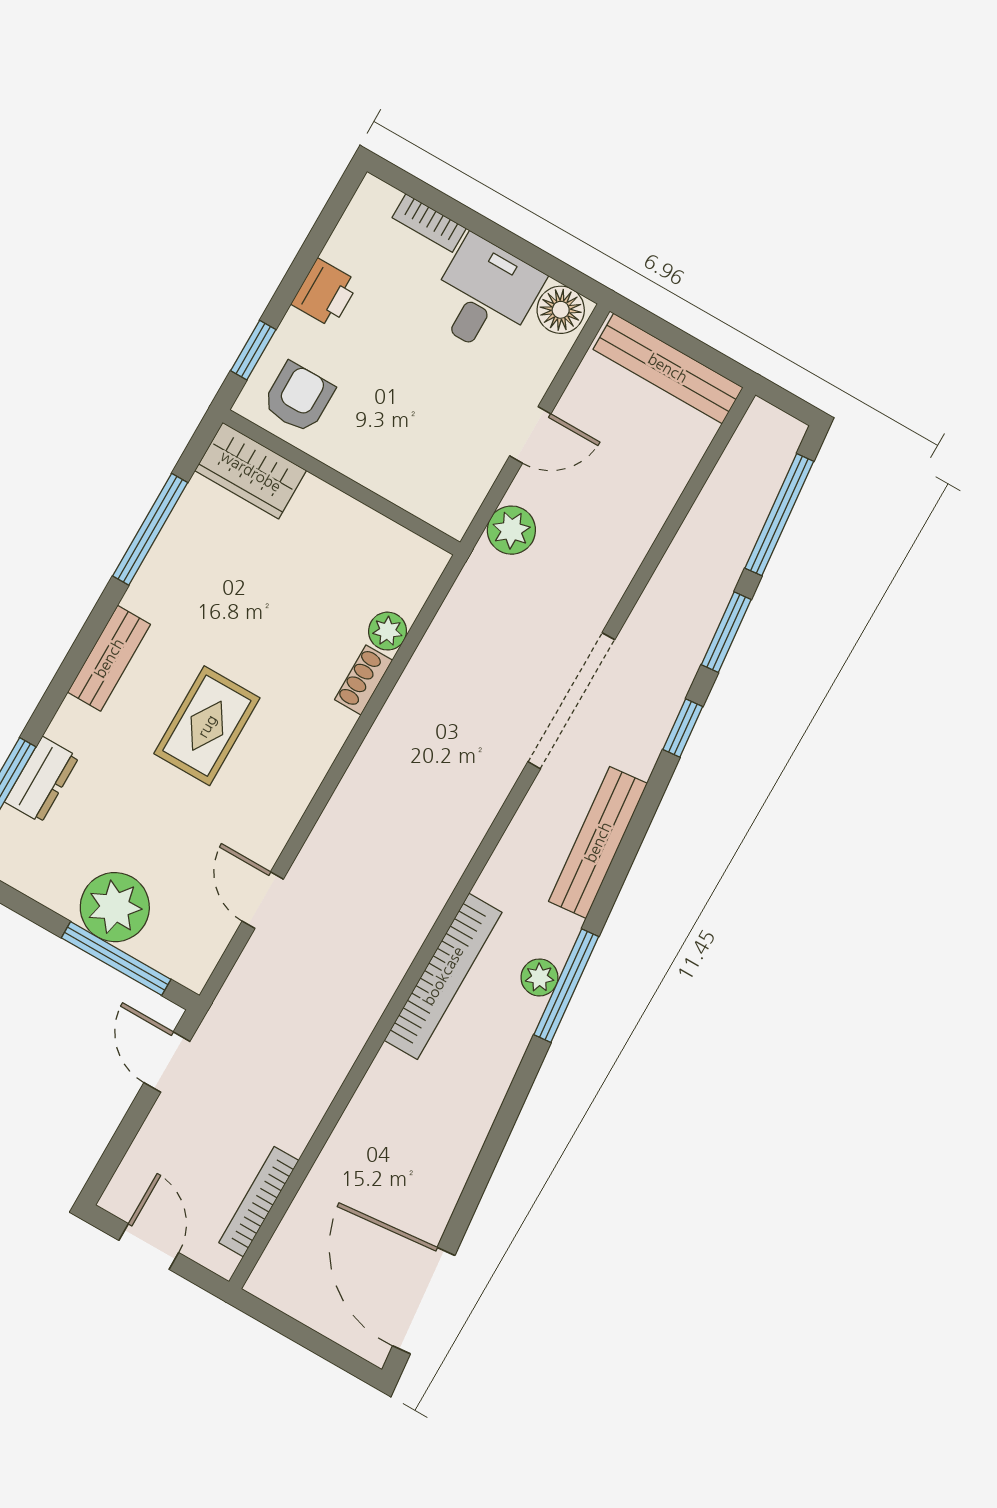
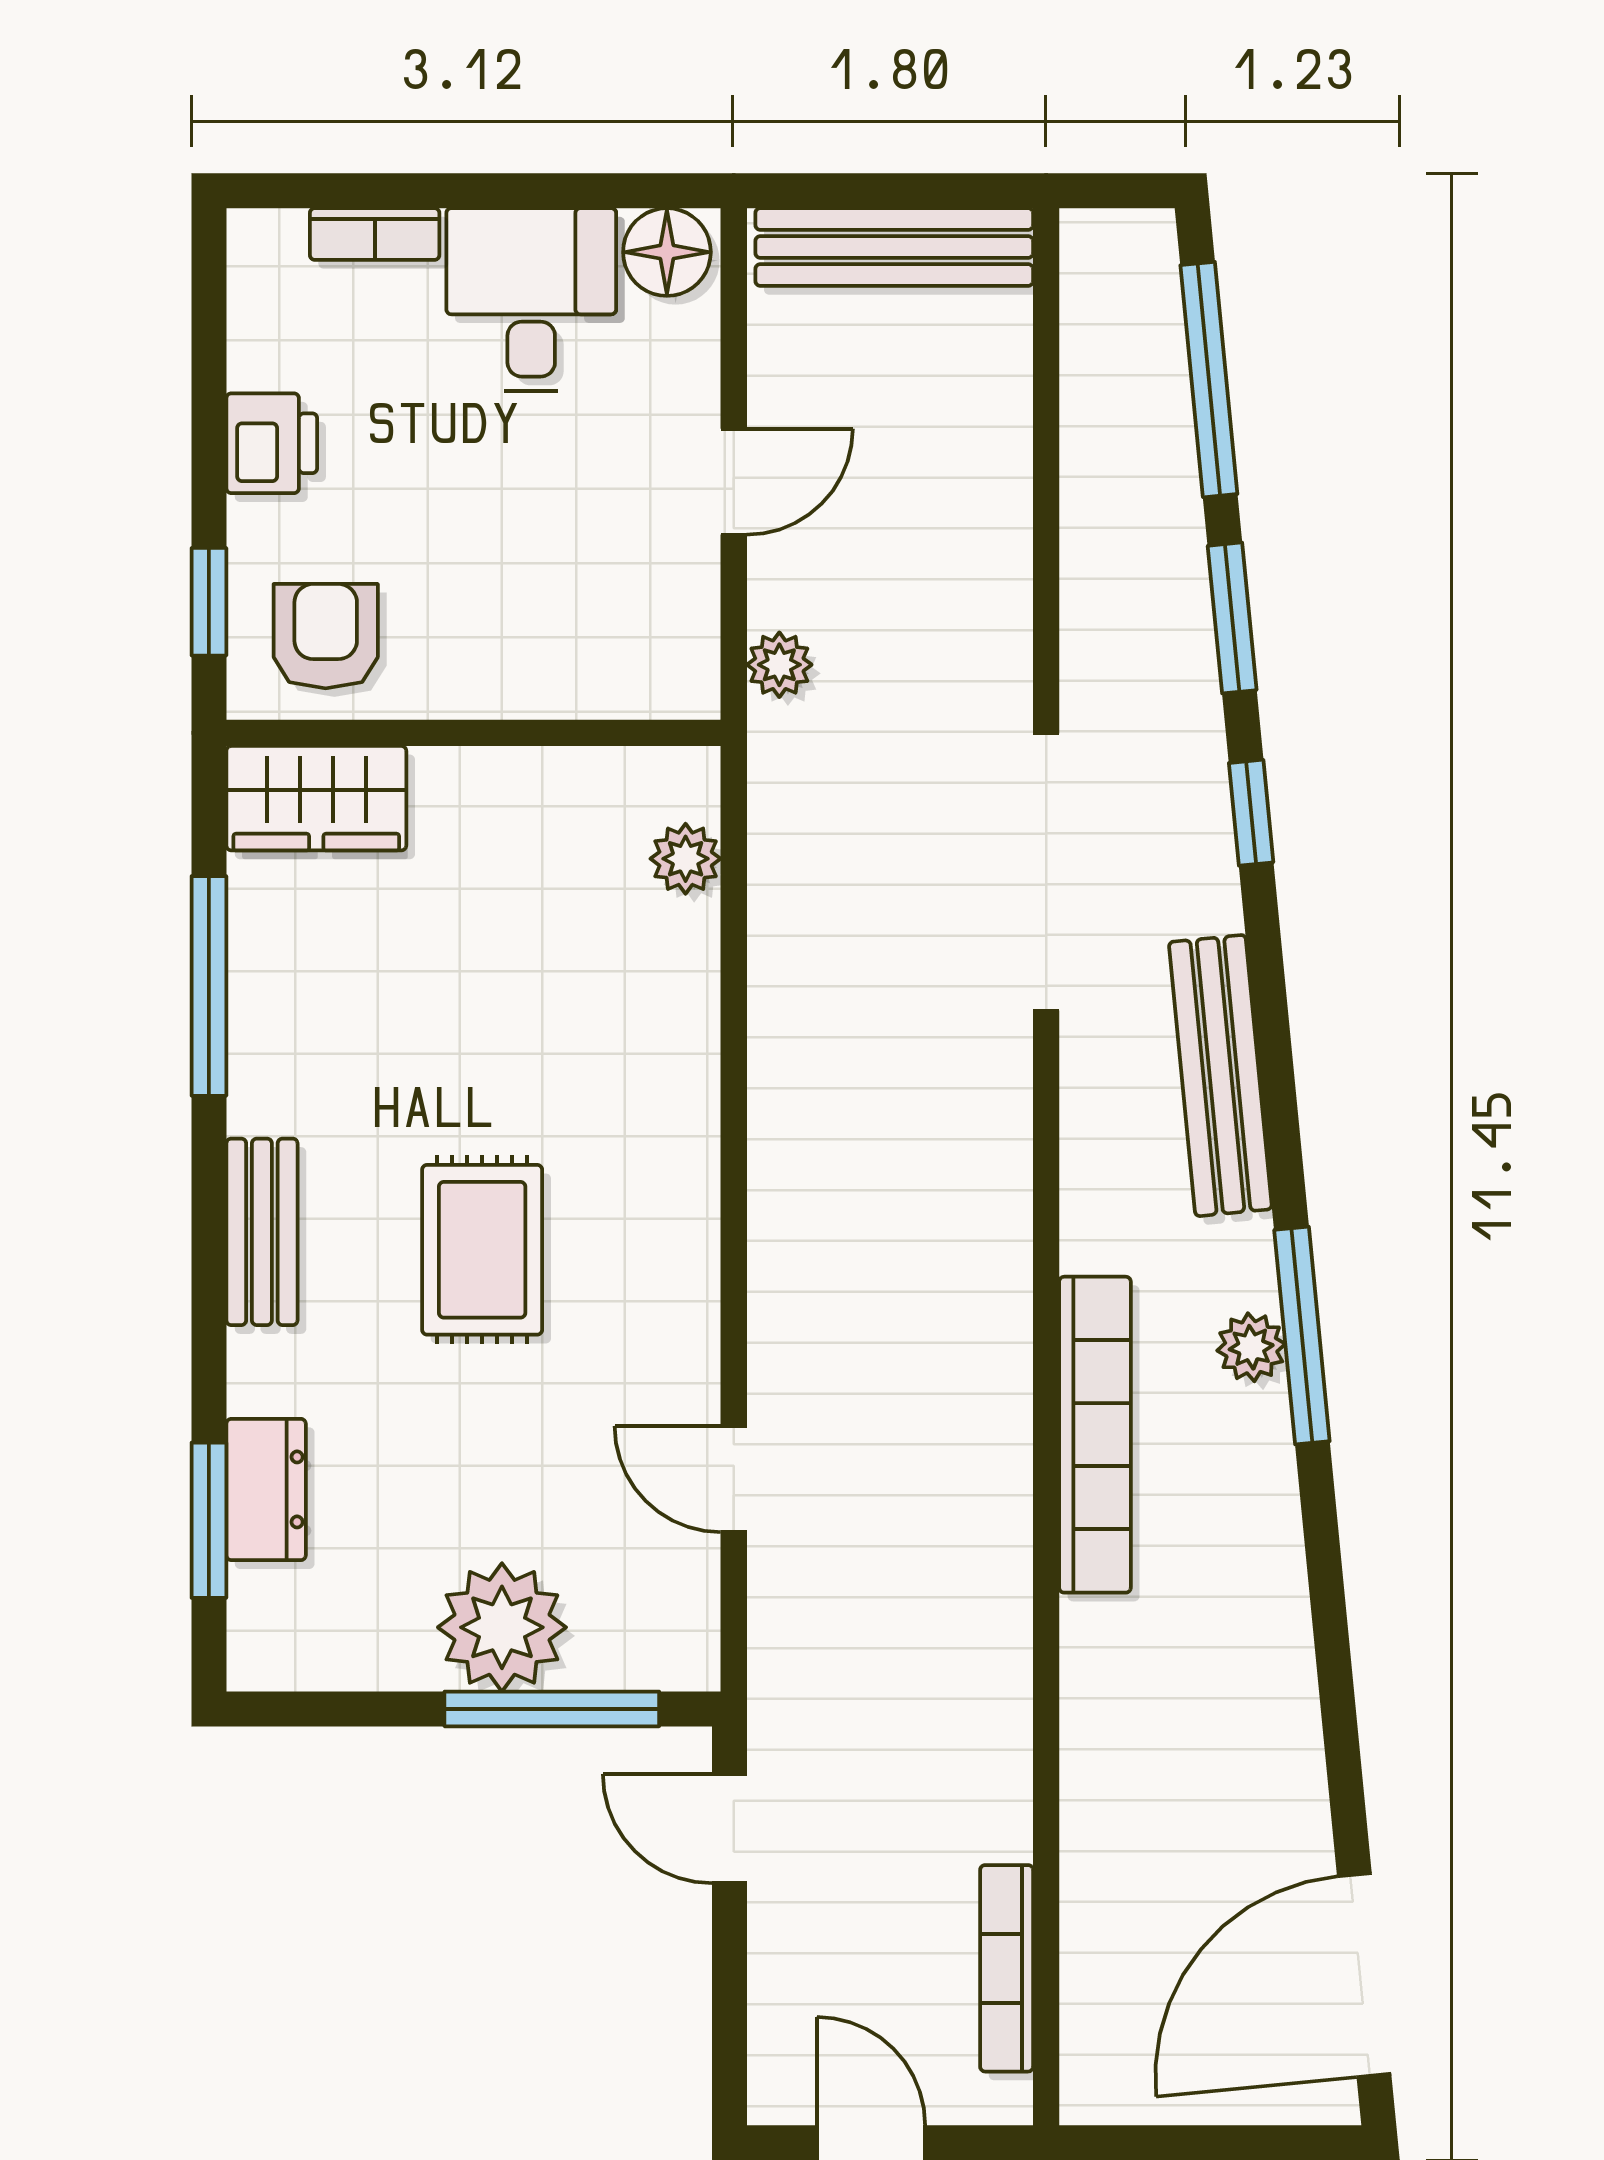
plant: (511, 530) -> (779, 665), width x0.73, depth x0.73
plant: (388, 631) -> (686, 859), moved
shoe rack: (364, 680) -> (692, 1031), removed
door: (424, 1301) -> (1364, 1975), hinge flipped

